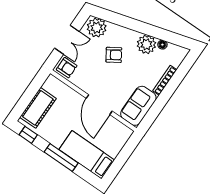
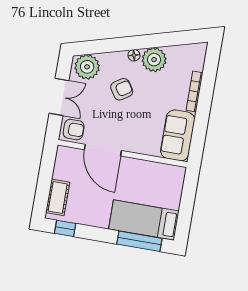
floor lamp: (162, 45) -> (134, 55), moved
door: (99, 105) -> (103, 150), moved
cot: (38, 108) -> (58, 197), width x0.73, depth x0.75
window: (61, 158) -> (139, 241), moved

